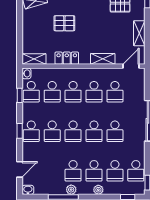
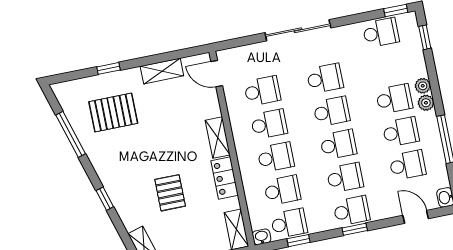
shelving: (103, 59) -> (218, 138), moved
school desk: (115, 171) -> (407, 165), moved
plant: (71, 190) -> (426, 103), moved

